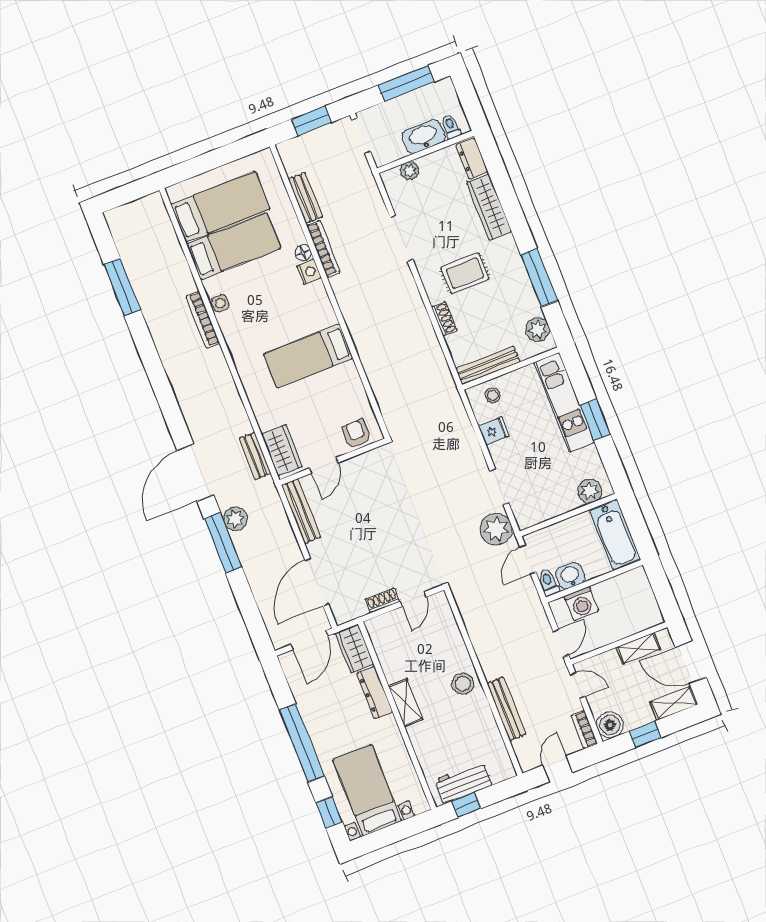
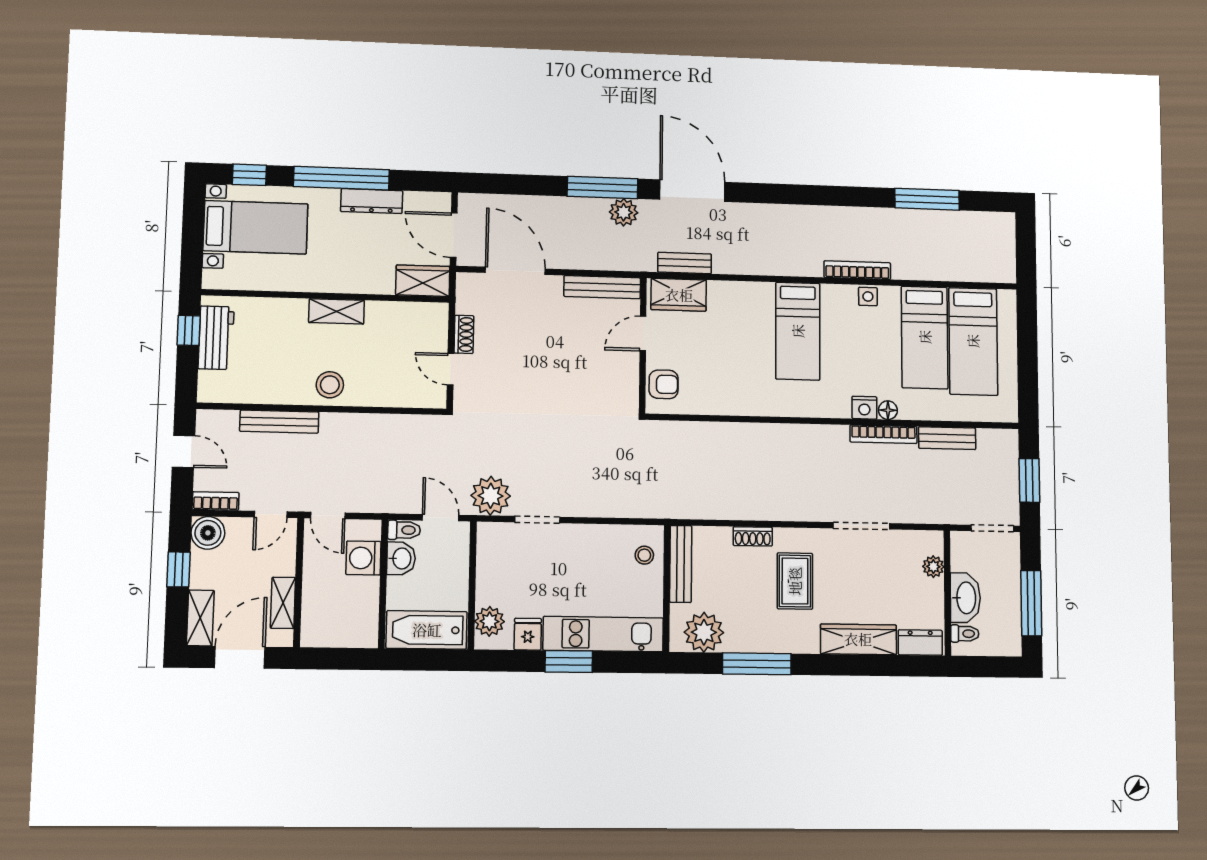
plant: (538, 329) -> (704, 632), width x1.36, depth x1.36
bed: (308, 356) -> (798, 331), moved, turned 180
fridge: (494, 431) -> (528, 634), moved, turned 180
door: (324, 465) -> (643, 334), hinge flipped
dresser: (375, 692) -> (372, 201), moved, turned 180

